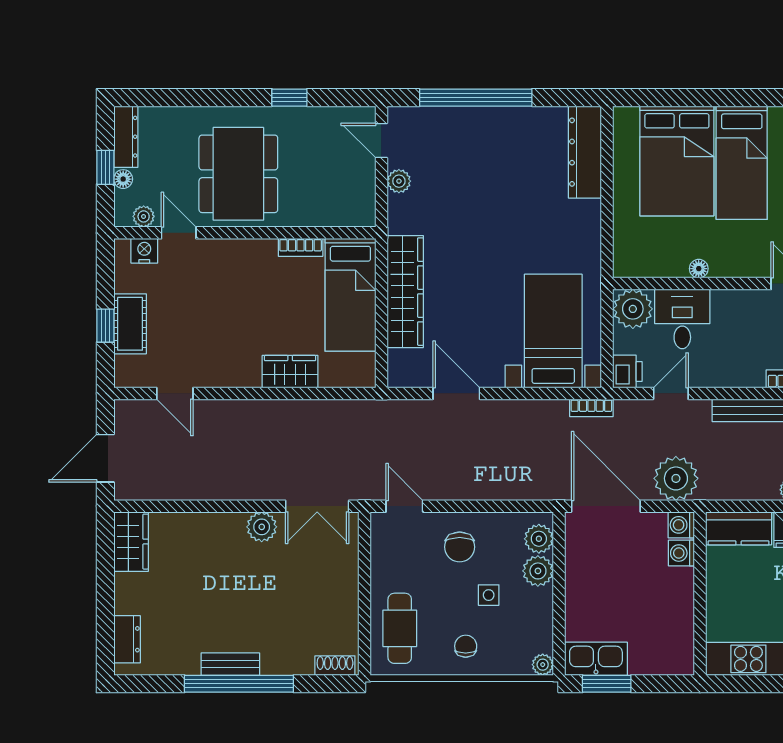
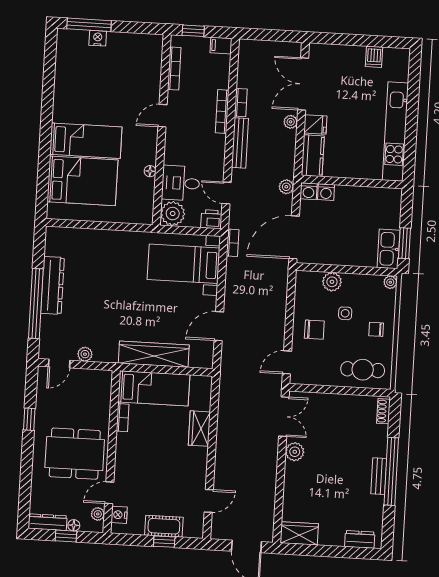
dresser: (585, 152) -> (52, 285), moved, turned -90
plant: (676, 478) -> (286, 187), width x0.53, depth x0.53
plant: (539, 539) -> (312, 280), removed

